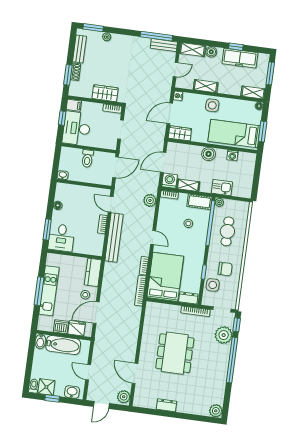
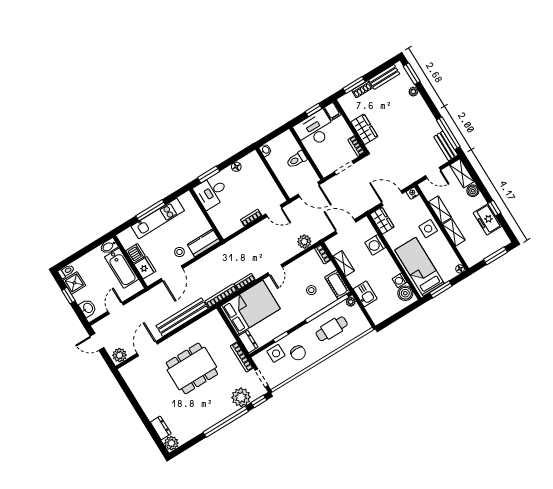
freezer: (240, 58) -> (487, 220), width x0.71
shelving: (253, 92) -> (454, 232), moved
boiler: (209, 154) -> (405, 293), moved
washing machine: (170, 181) -> (375, 245), moved, turned 180
door: (111, 204) -> (274, 211), swing flipped
bench: (114, 238) -> (182, 317), moved
door: (96, 313) -> (172, 274), swing flipped
dresser: (167, 405) -> (161, 428), moved

